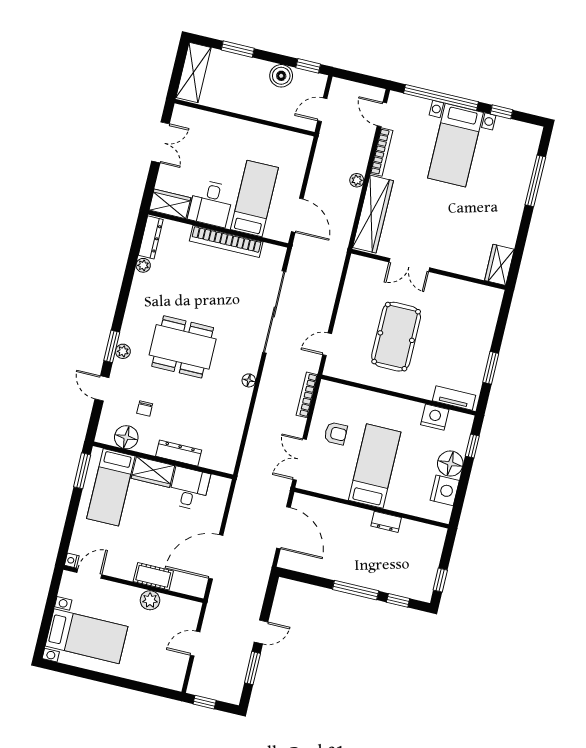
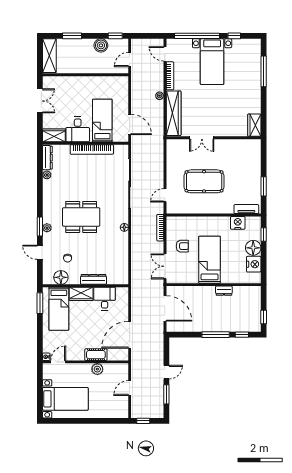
pool table: (396, 337) -> (204, 181), turned 90

